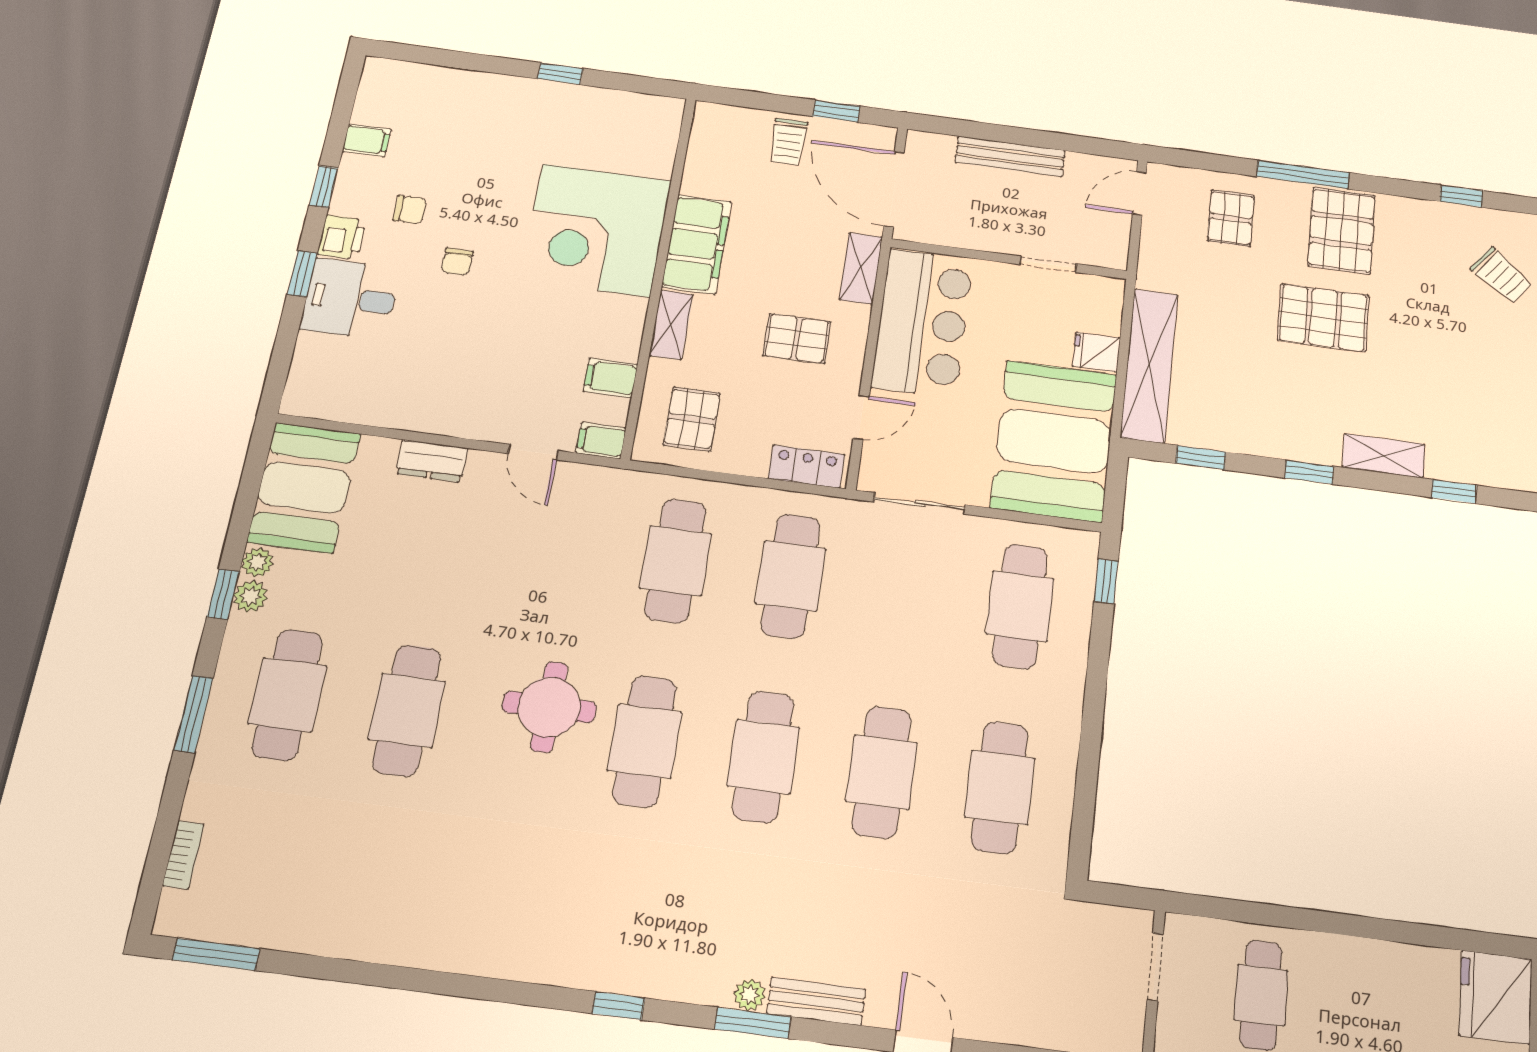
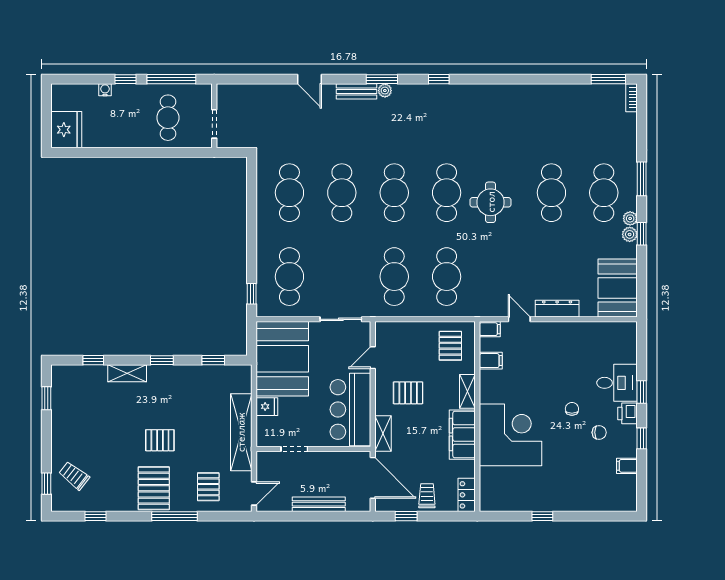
chair: (410, 210) -> (599, 432), turned 180
pallet: (1323, 318) -> (160, 440), width x0.67, depth x0.71
shelving: (1149, 365) -> (241, 432), moved
dresser: (432, 461) -> (557, 309), width x1.44
locker: (806, 467) -> (467, 495), moved, turned 90
plant: (258, 562) -> (630, 218), moved
bookcase: (183, 855) -> (632, 98), moved

